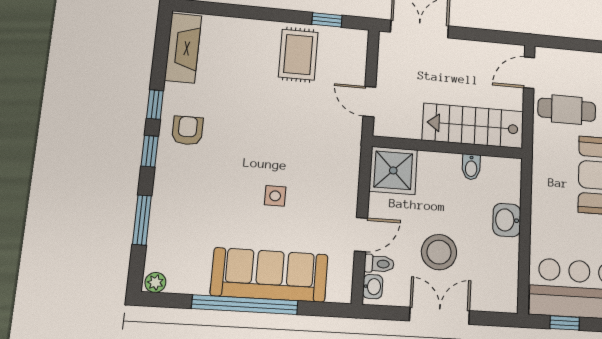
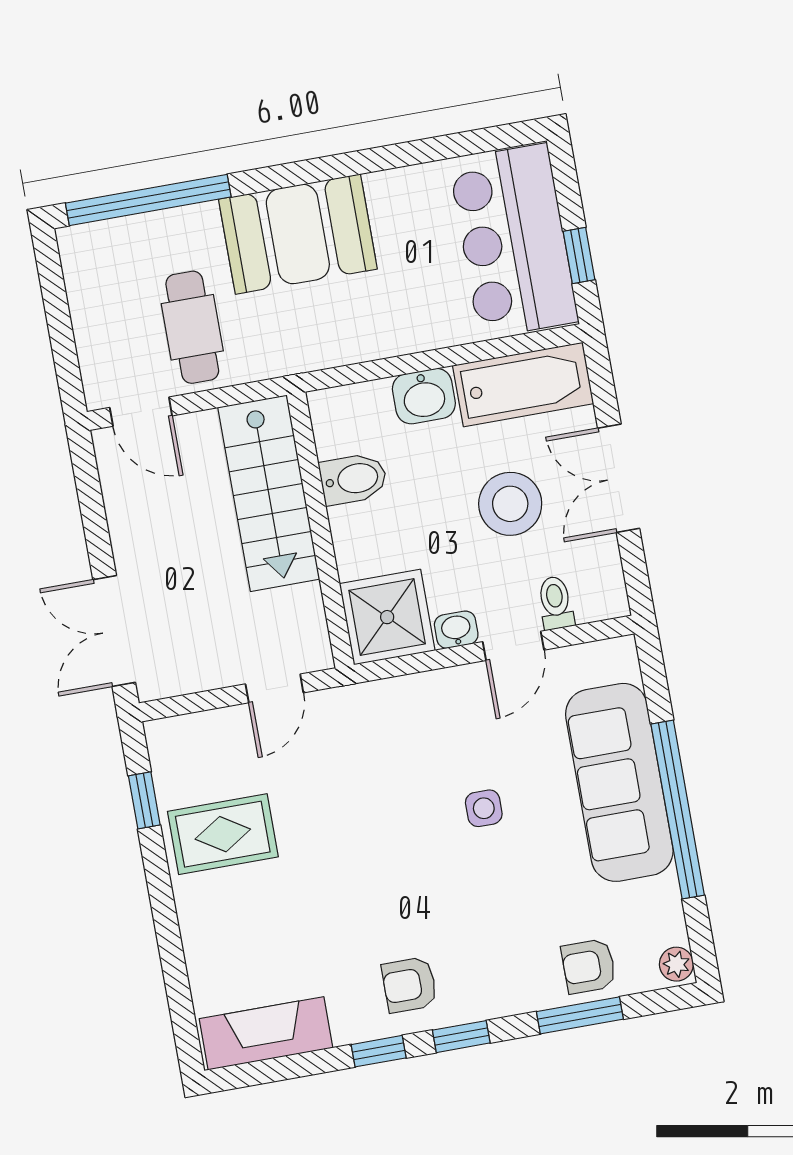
bidet: (471, 167) -> (353, 479), width x1.38, depth x1.36
armchair: (169, 232) -> (589, 966), added
door: (361, 235) -> (513, 646), swing flipped
bathtub: (502, 275) -> (523, 385), added
washbasin: (373, 287) -> (456, 630), moved

